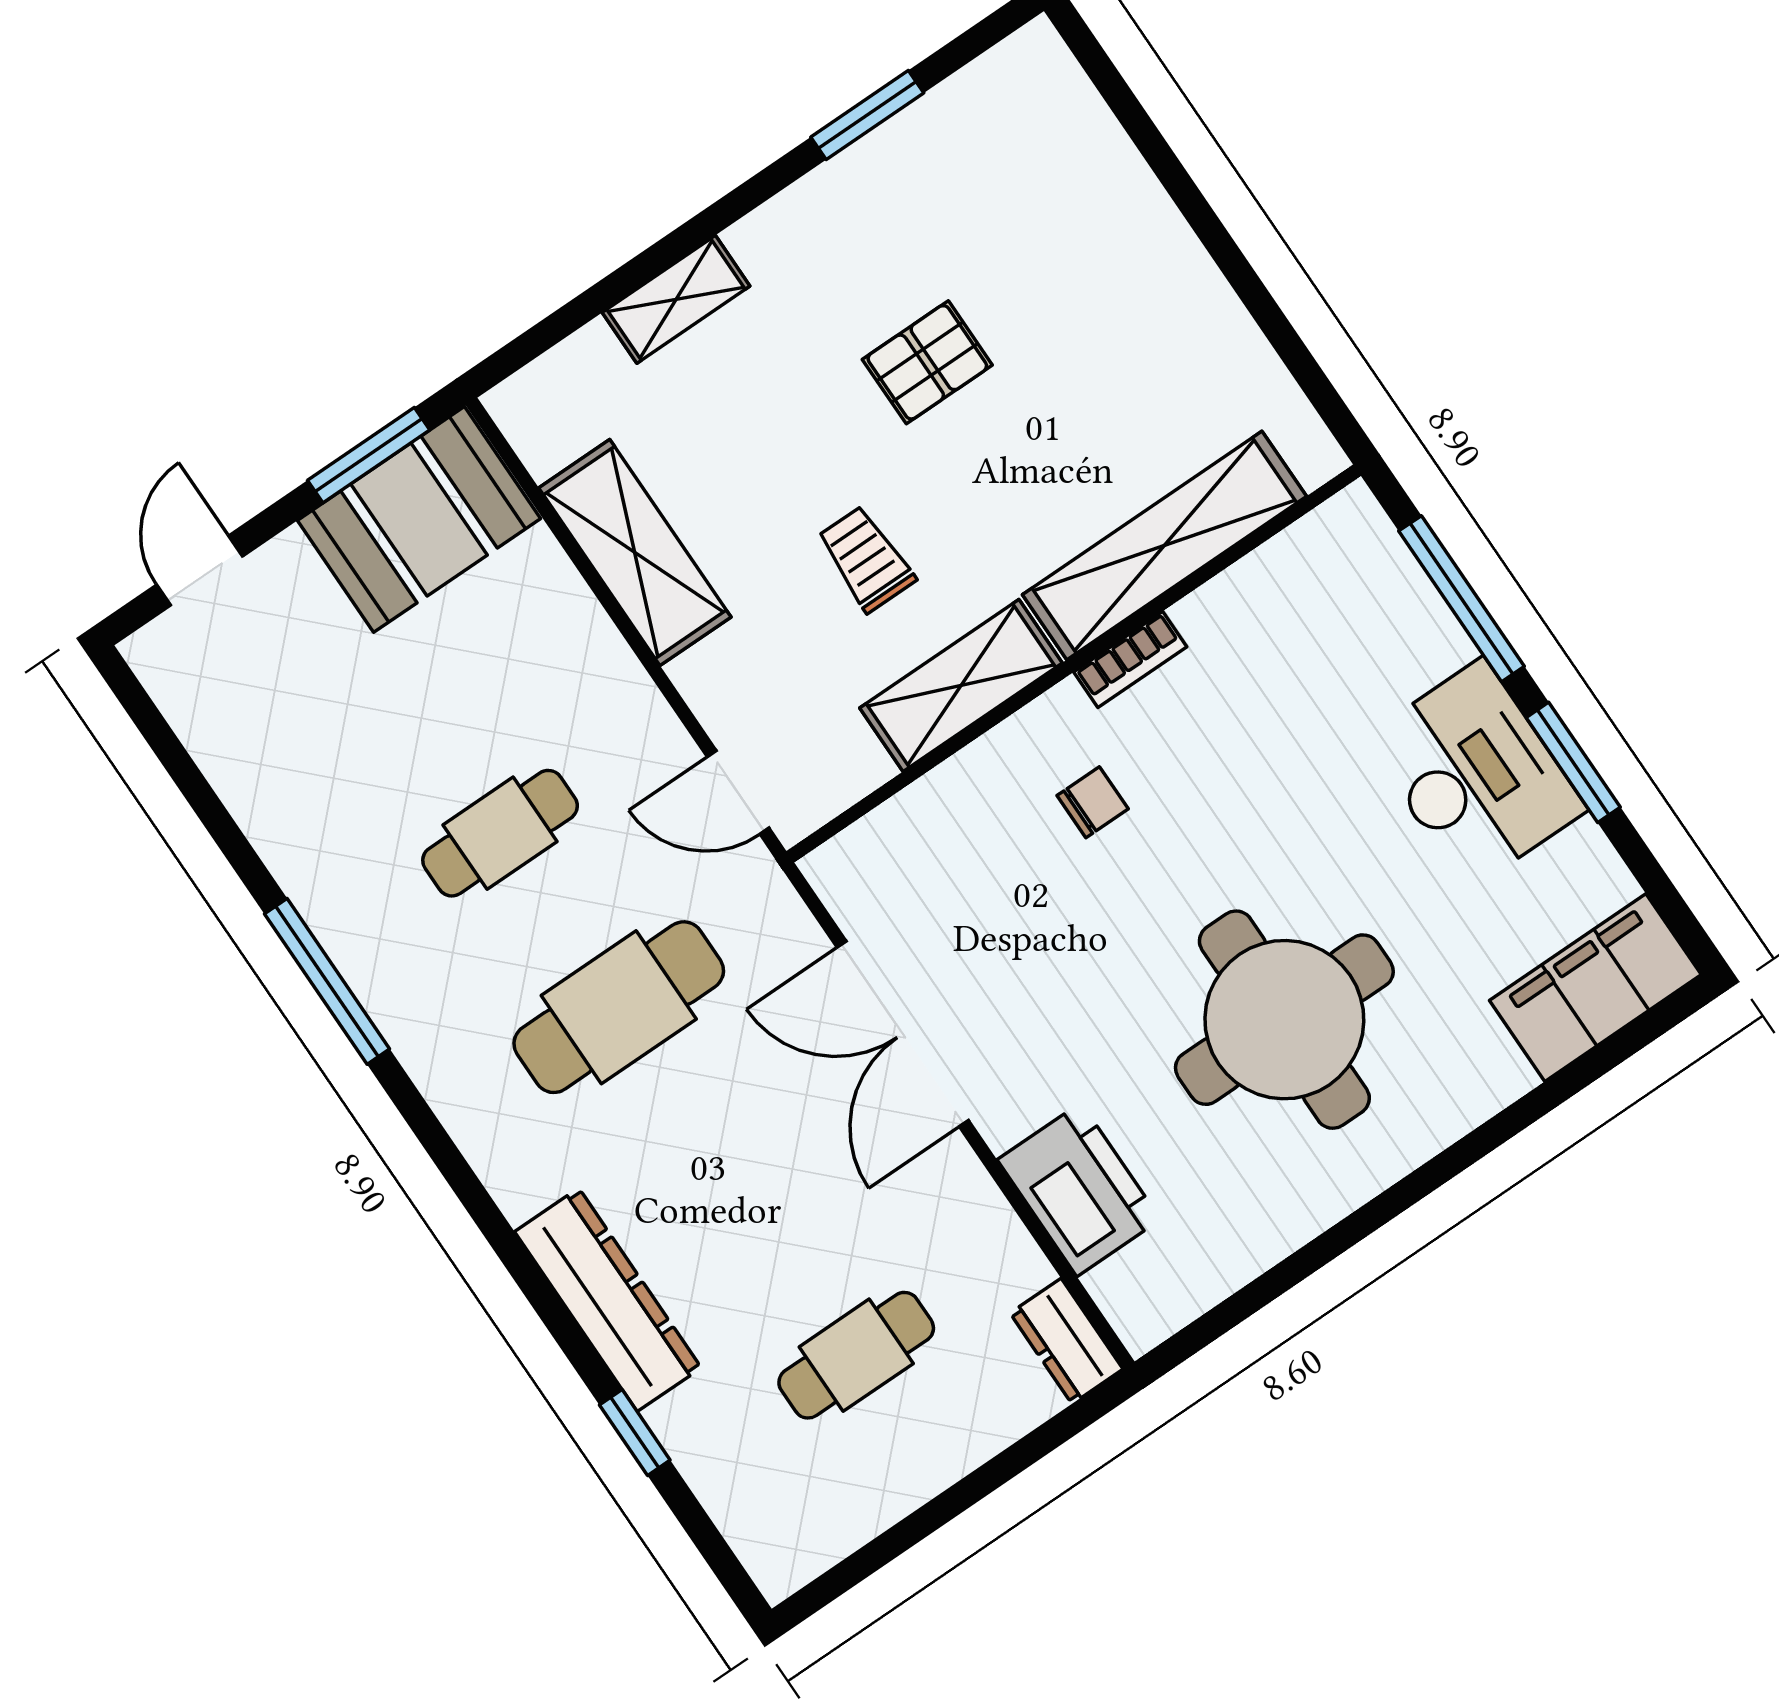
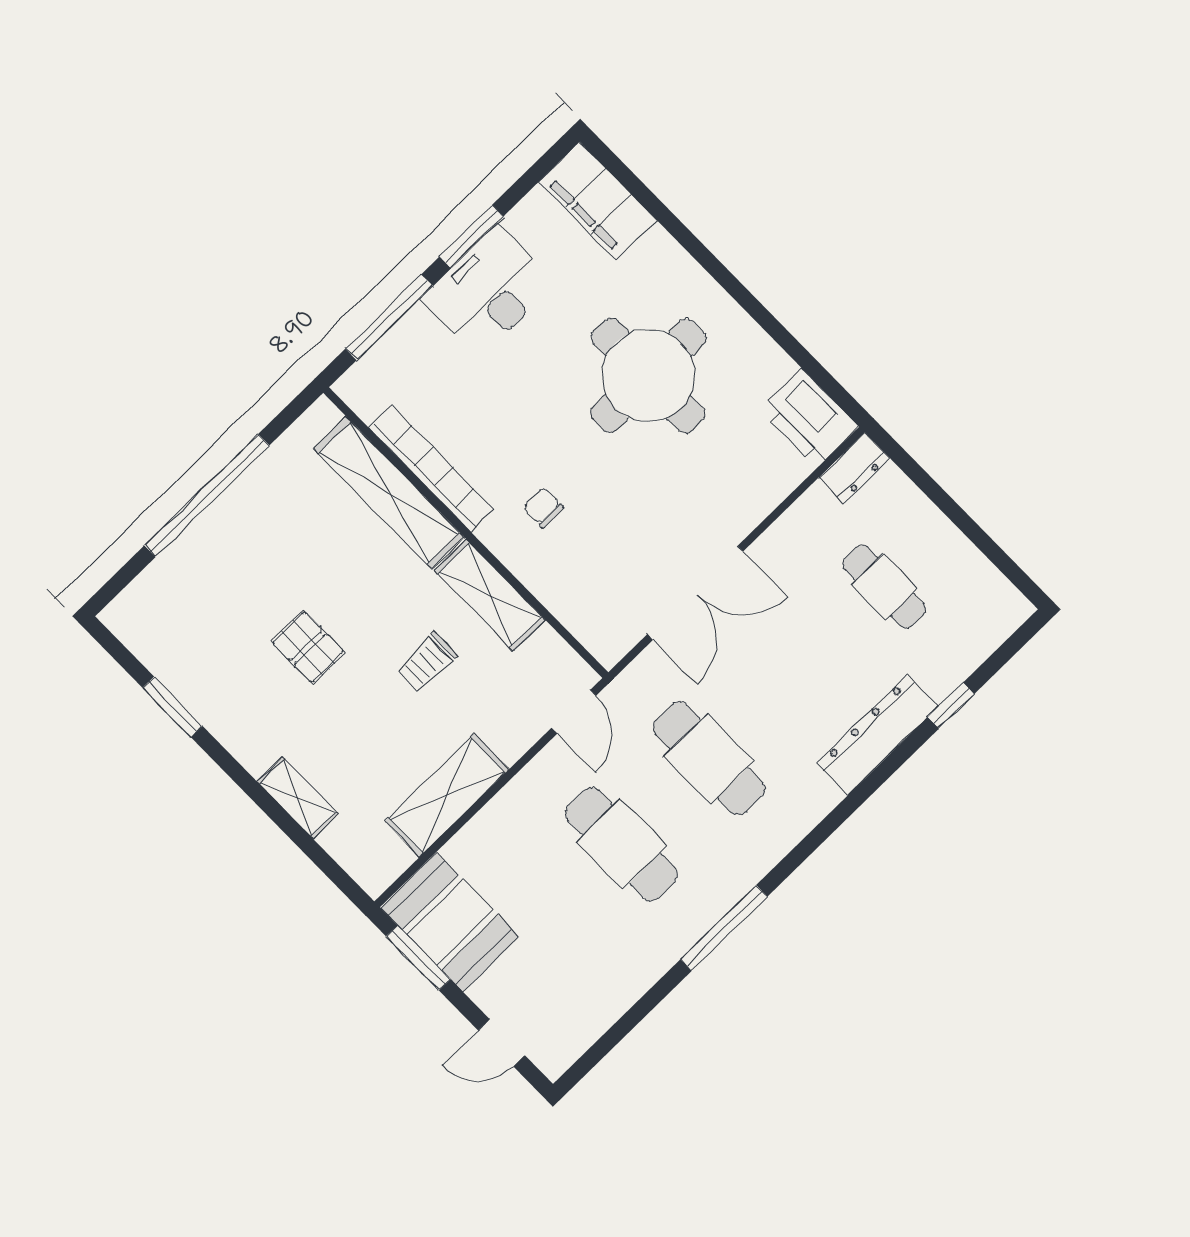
window: (1215, 237) -> (207, 495), added
bookcase: (1130, 659) -> (432, 469), width x2.31, depth x1.31
cafe table: (500, 833) -> (621, 844), width x1.37, depth x1.35
printer: (1079, 1190) -> (809, 418), moved, turned -90

